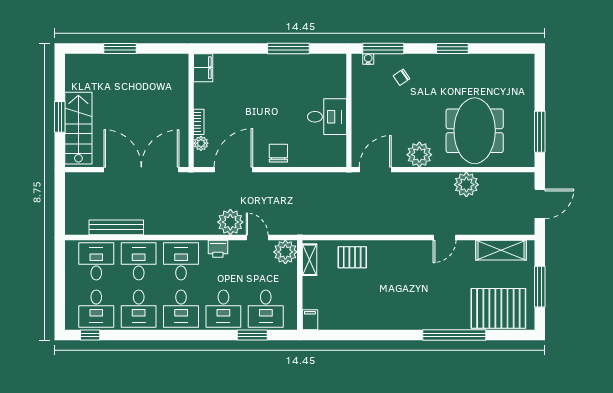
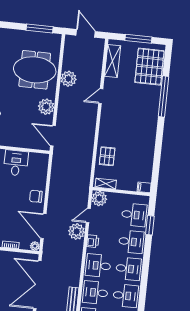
plant: (201, 143) -> (35, 246), moved
door: (445, 238) -> (101, 96), swing flipped

